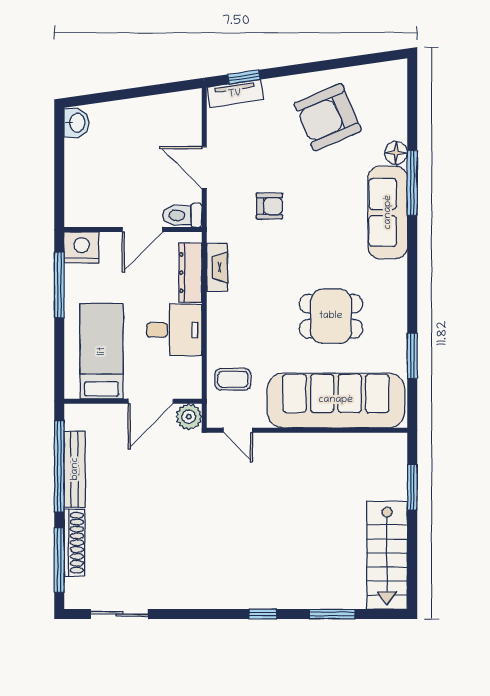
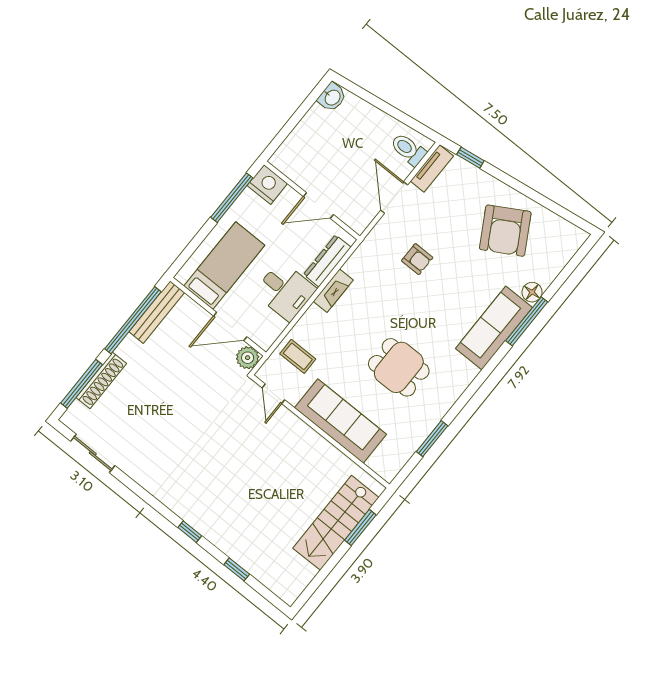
tv unit: (235, 94) -> (432, 168), moved, turned -82
armchair: (328, 117) -> (505, 231), turned -97
toilet: (182, 215) -> (408, 149), moved
fireplace: (217, 267) -> (333, 291), moved
sofa: (336, 400) -> (340, 421), width x0.74, depth x0.79
bench: (75, 469) -> (157, 312), moved
stairs: (387, 555) -> (336, 523), moved
window: (332, 614) -> (237, 569), width x0.67

